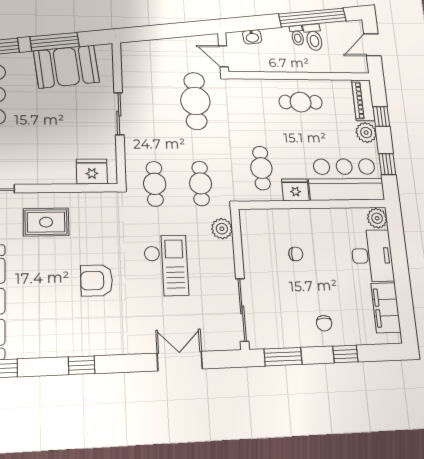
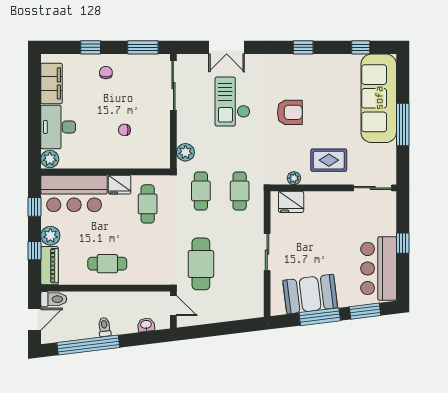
toilet: (314, 37) -> (54, 299), moved, turned 97
plant: (89, 200) -> (294, 178), added
checkout: (166, 265) -> (232, 102), moved

